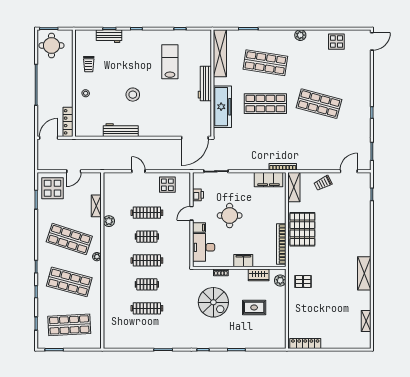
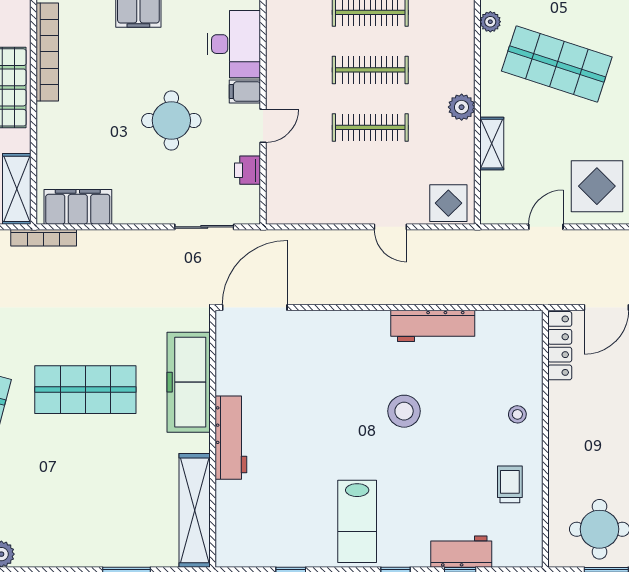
lab bench: (170, 62) -> (357, 521), moved
shop shelf: (265, 63) -> (85, 488), removed
display table: (167, 185) -> (448, 203), moved
clothes rail: (147, 237) -> (370, 70), width x1.36

